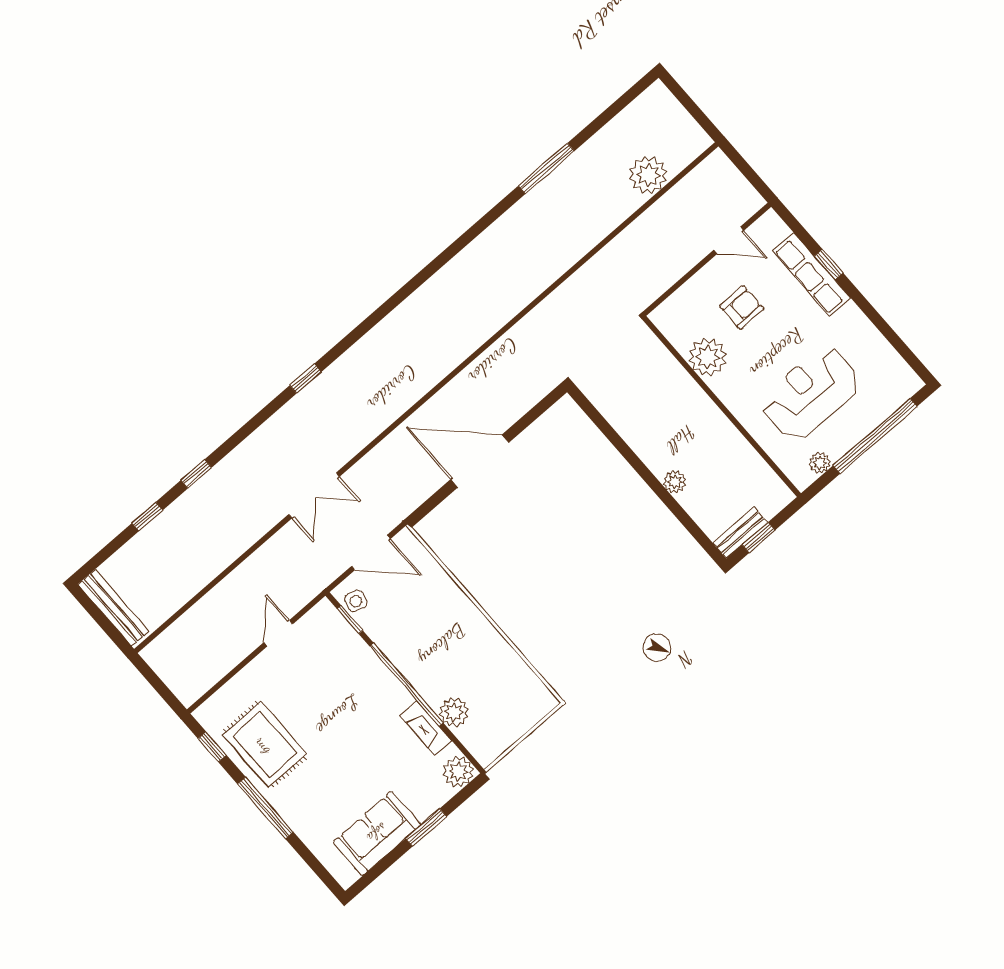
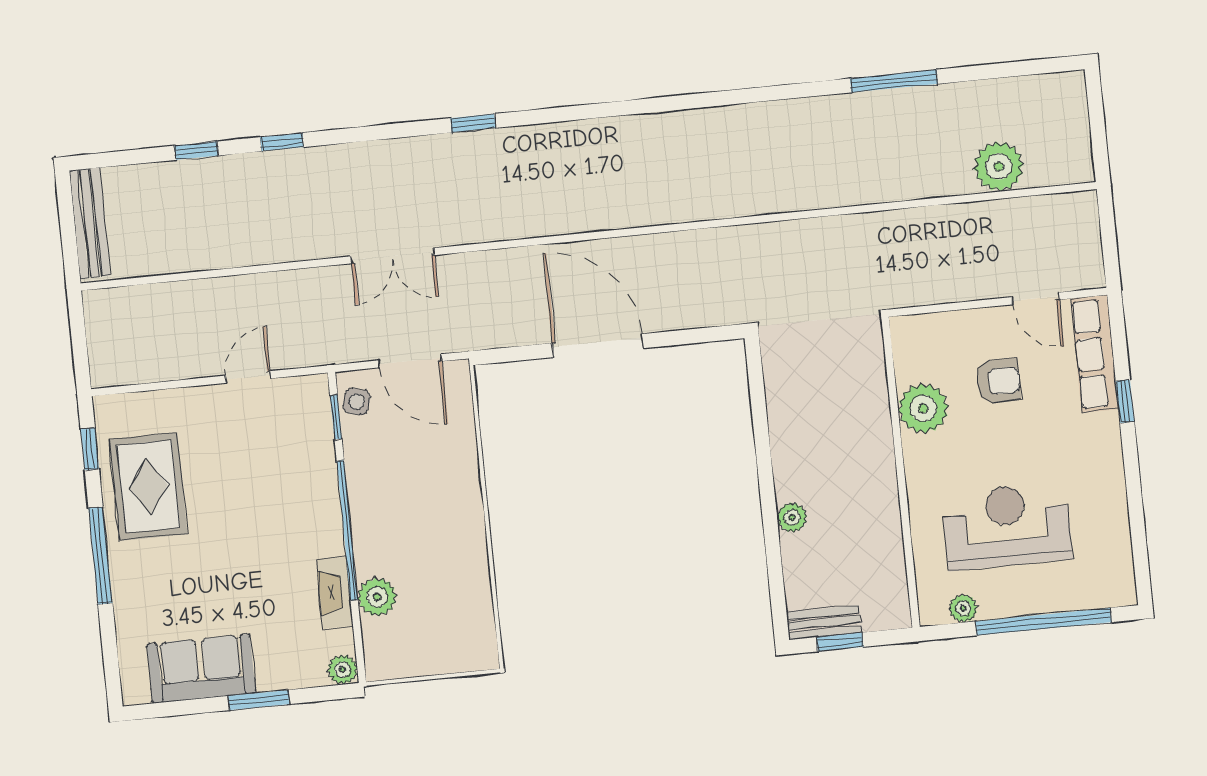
row of seats: (812, 274) -> (1094, 354), moved
plant: (458, 772) -> (343, 670), width x0.73, depth x0.73

